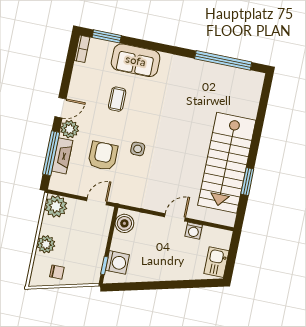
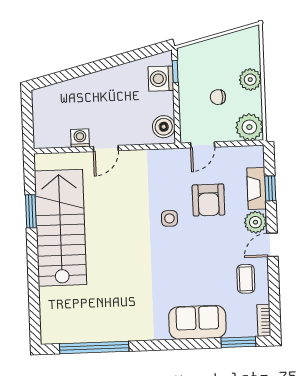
coffee table: (117, 99) -> (246, 279), moved
window: (51, 153) -> (270, 188), width x0.46
kitchen sink: (216, 262) -> (44, 108), removed
chair: (57, 272) -> (218, 97), moved

